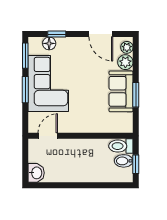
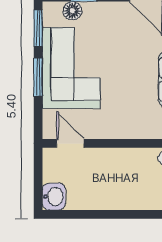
door: (48, 136) -> (70, 143), hinge flipped

